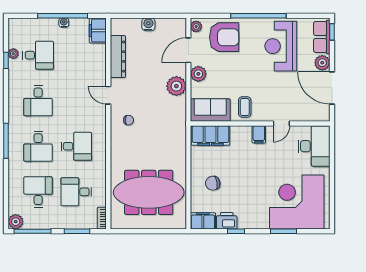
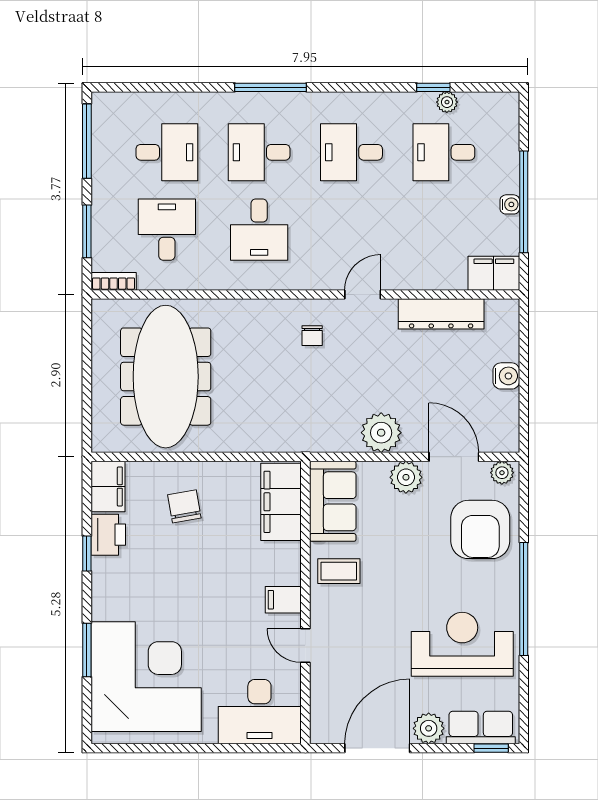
desk: (38, 55) -> (444, 152), turned 90
plant: (16, 222) -> (106, 107), removed

